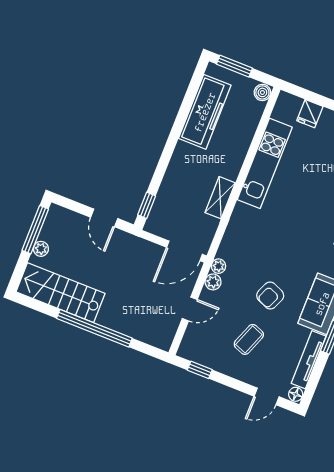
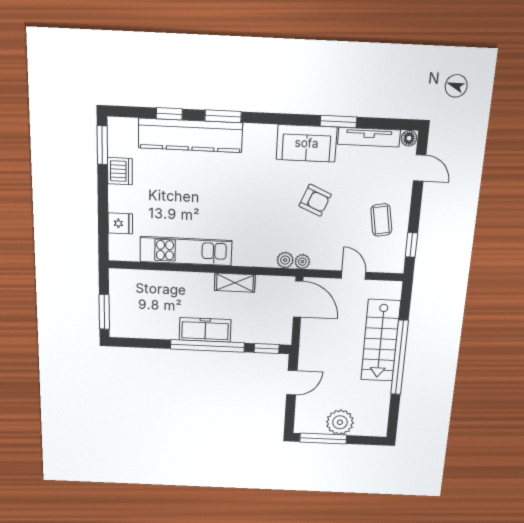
boiler: (262, 92) -> (118, 277), removed
freezer: (205, 112) -> (205, 330), moved, width x0.73, depth x0.79
window: (168, 150) -> (207, 346), added
plant: (41, 249) -> (340, 422), width x1.87, depth x1.87
plant: (213, 282) -> (285, 260), moved
stairs: (61, 293) -> (381, 341), moved
coffee table: (249, 339) -> (381, 220), moved, turned 59

